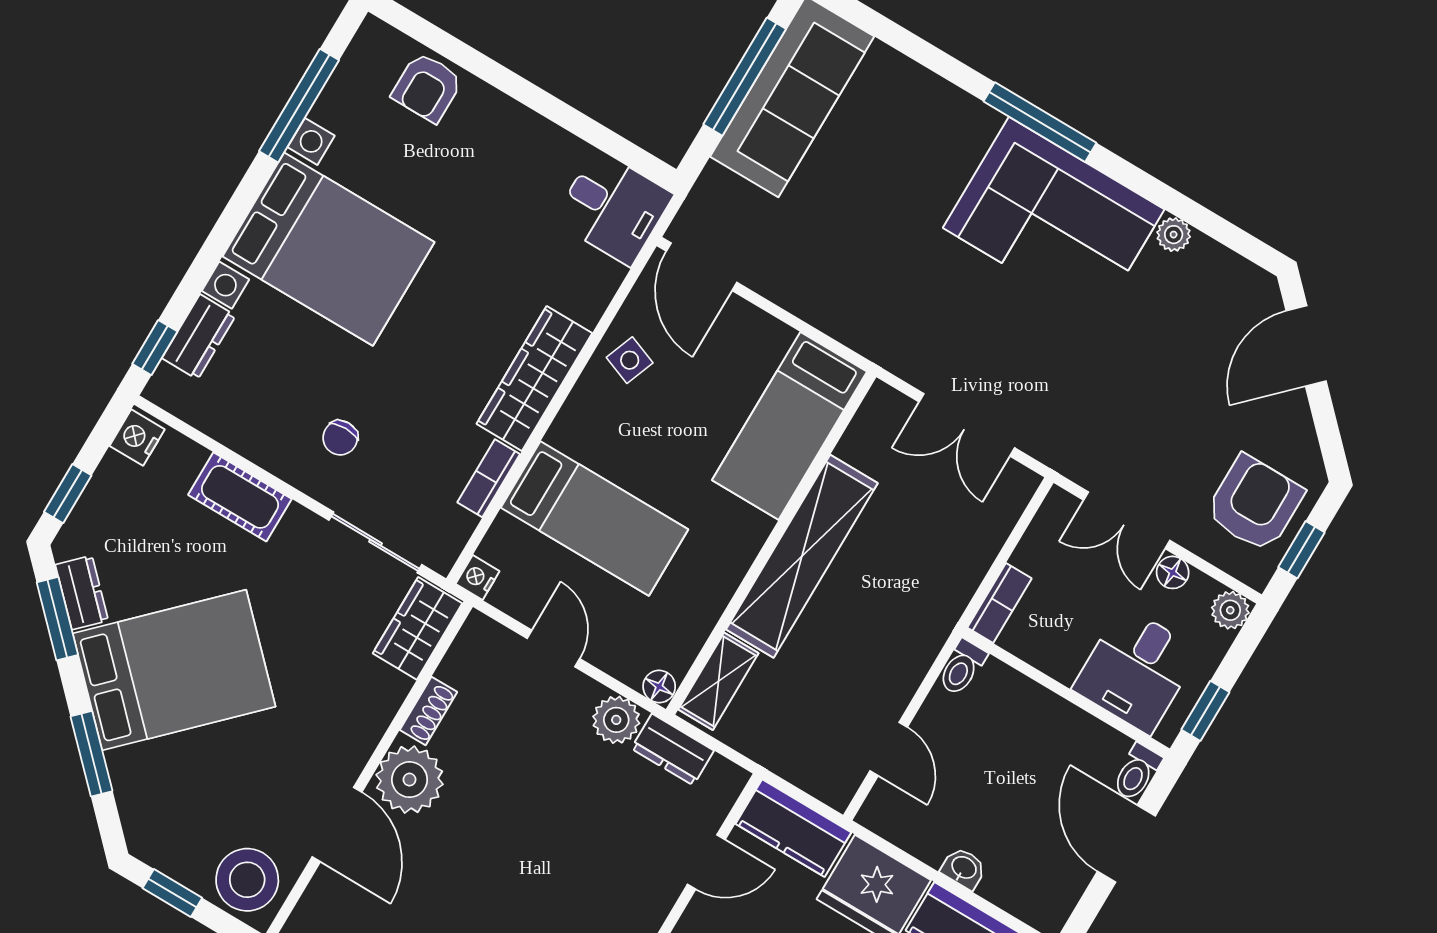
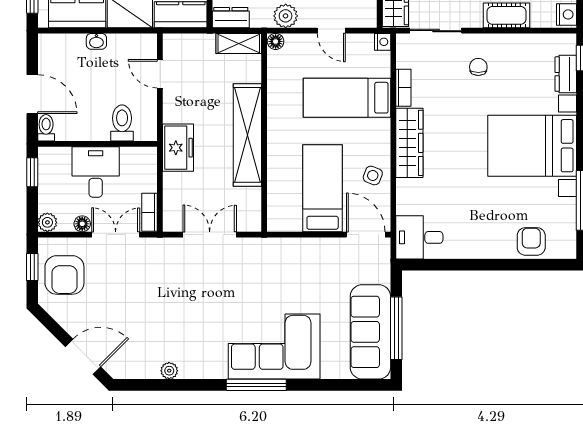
corner sofa: (1054, 219) -> (274, 347), moved
door: (1306, 346) -> (83, 357), hinge flipped
bed: (789, 426) -> (323, 188), moved
bookcase: (999, 603) -> (149, 212), moved
freezer: (933, 605) -> (178, 148), added
toilet: (962, 667) -> (122, 123), moved, width x1.37, depth x1.39
desk: (1136, 670) -> (96, 172), moved
shelving: (718, 681) -> (239, 44), moved, turned 90
dresser: (673, 750) -> (231, 18), moved

